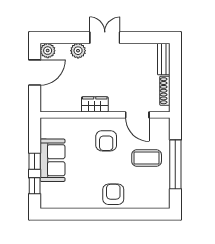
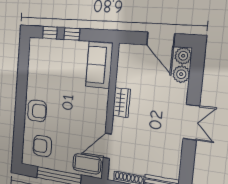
plant: (78, 51) -> (181, 74), moved
armchair: (106, 141) -> (42, 146), moved
coffee table: (147, 158) -> (87, 164), moved, turned 90
sofa: (52, 160) -> (99, 65), moved, turned 90

